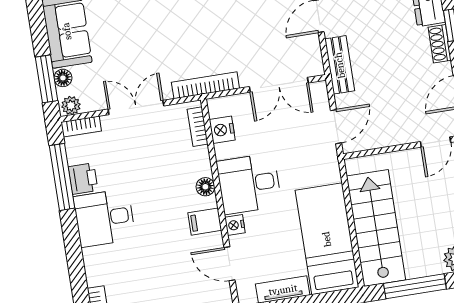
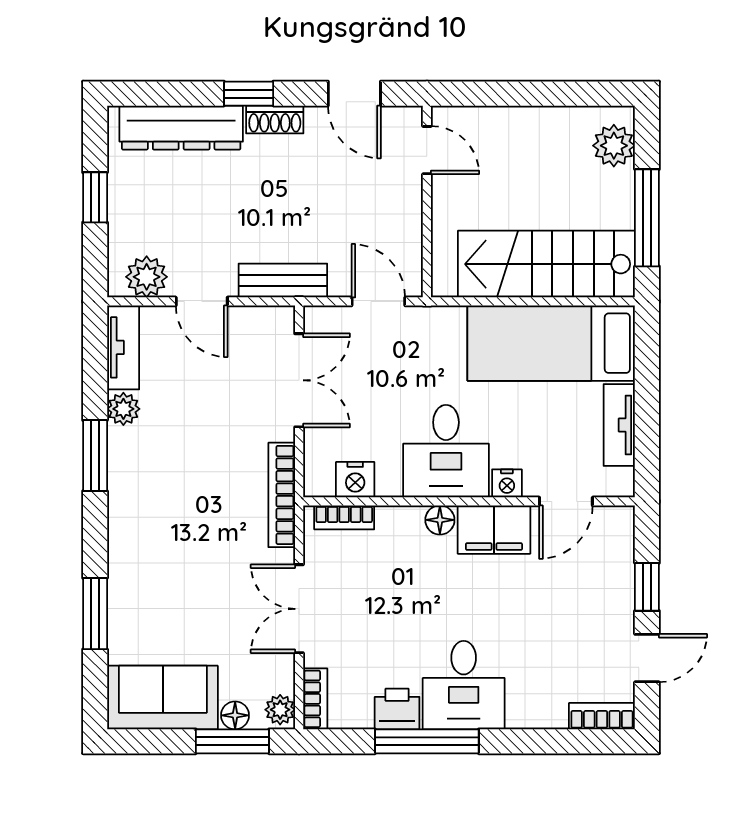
window: (62, 177) -> (427, 741), moved
filing cabinet: (205, 222) -> (494, 530), width x2.00

